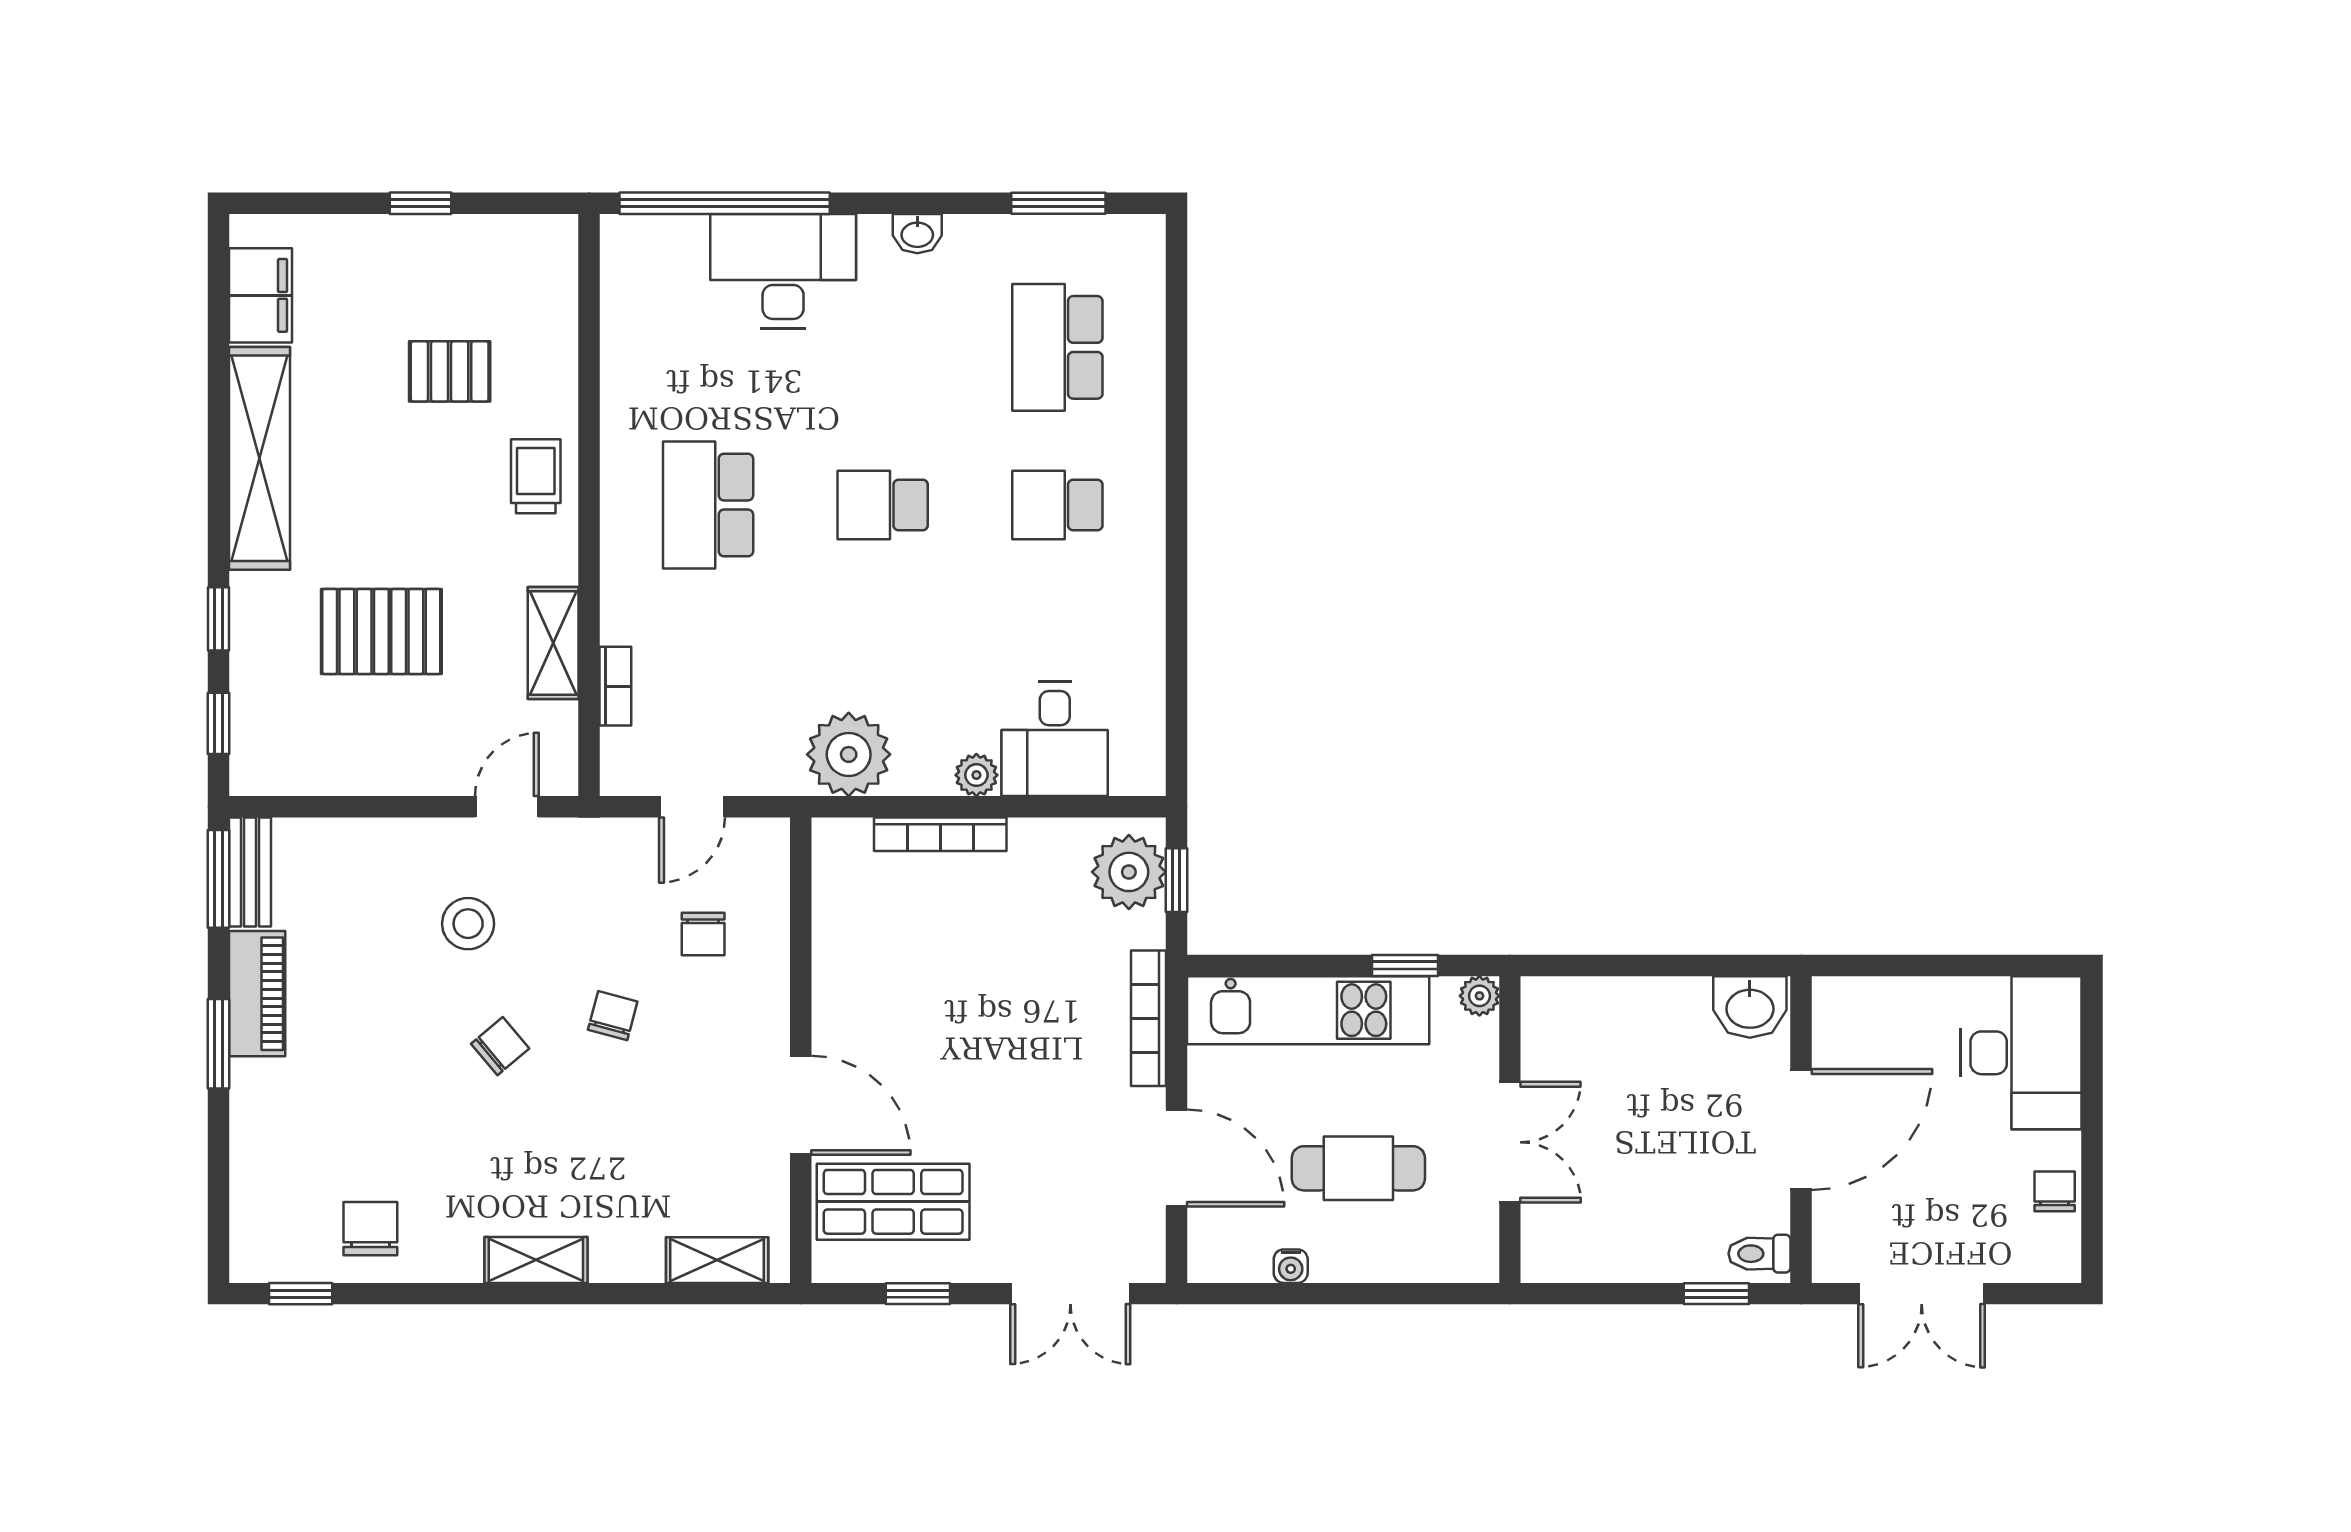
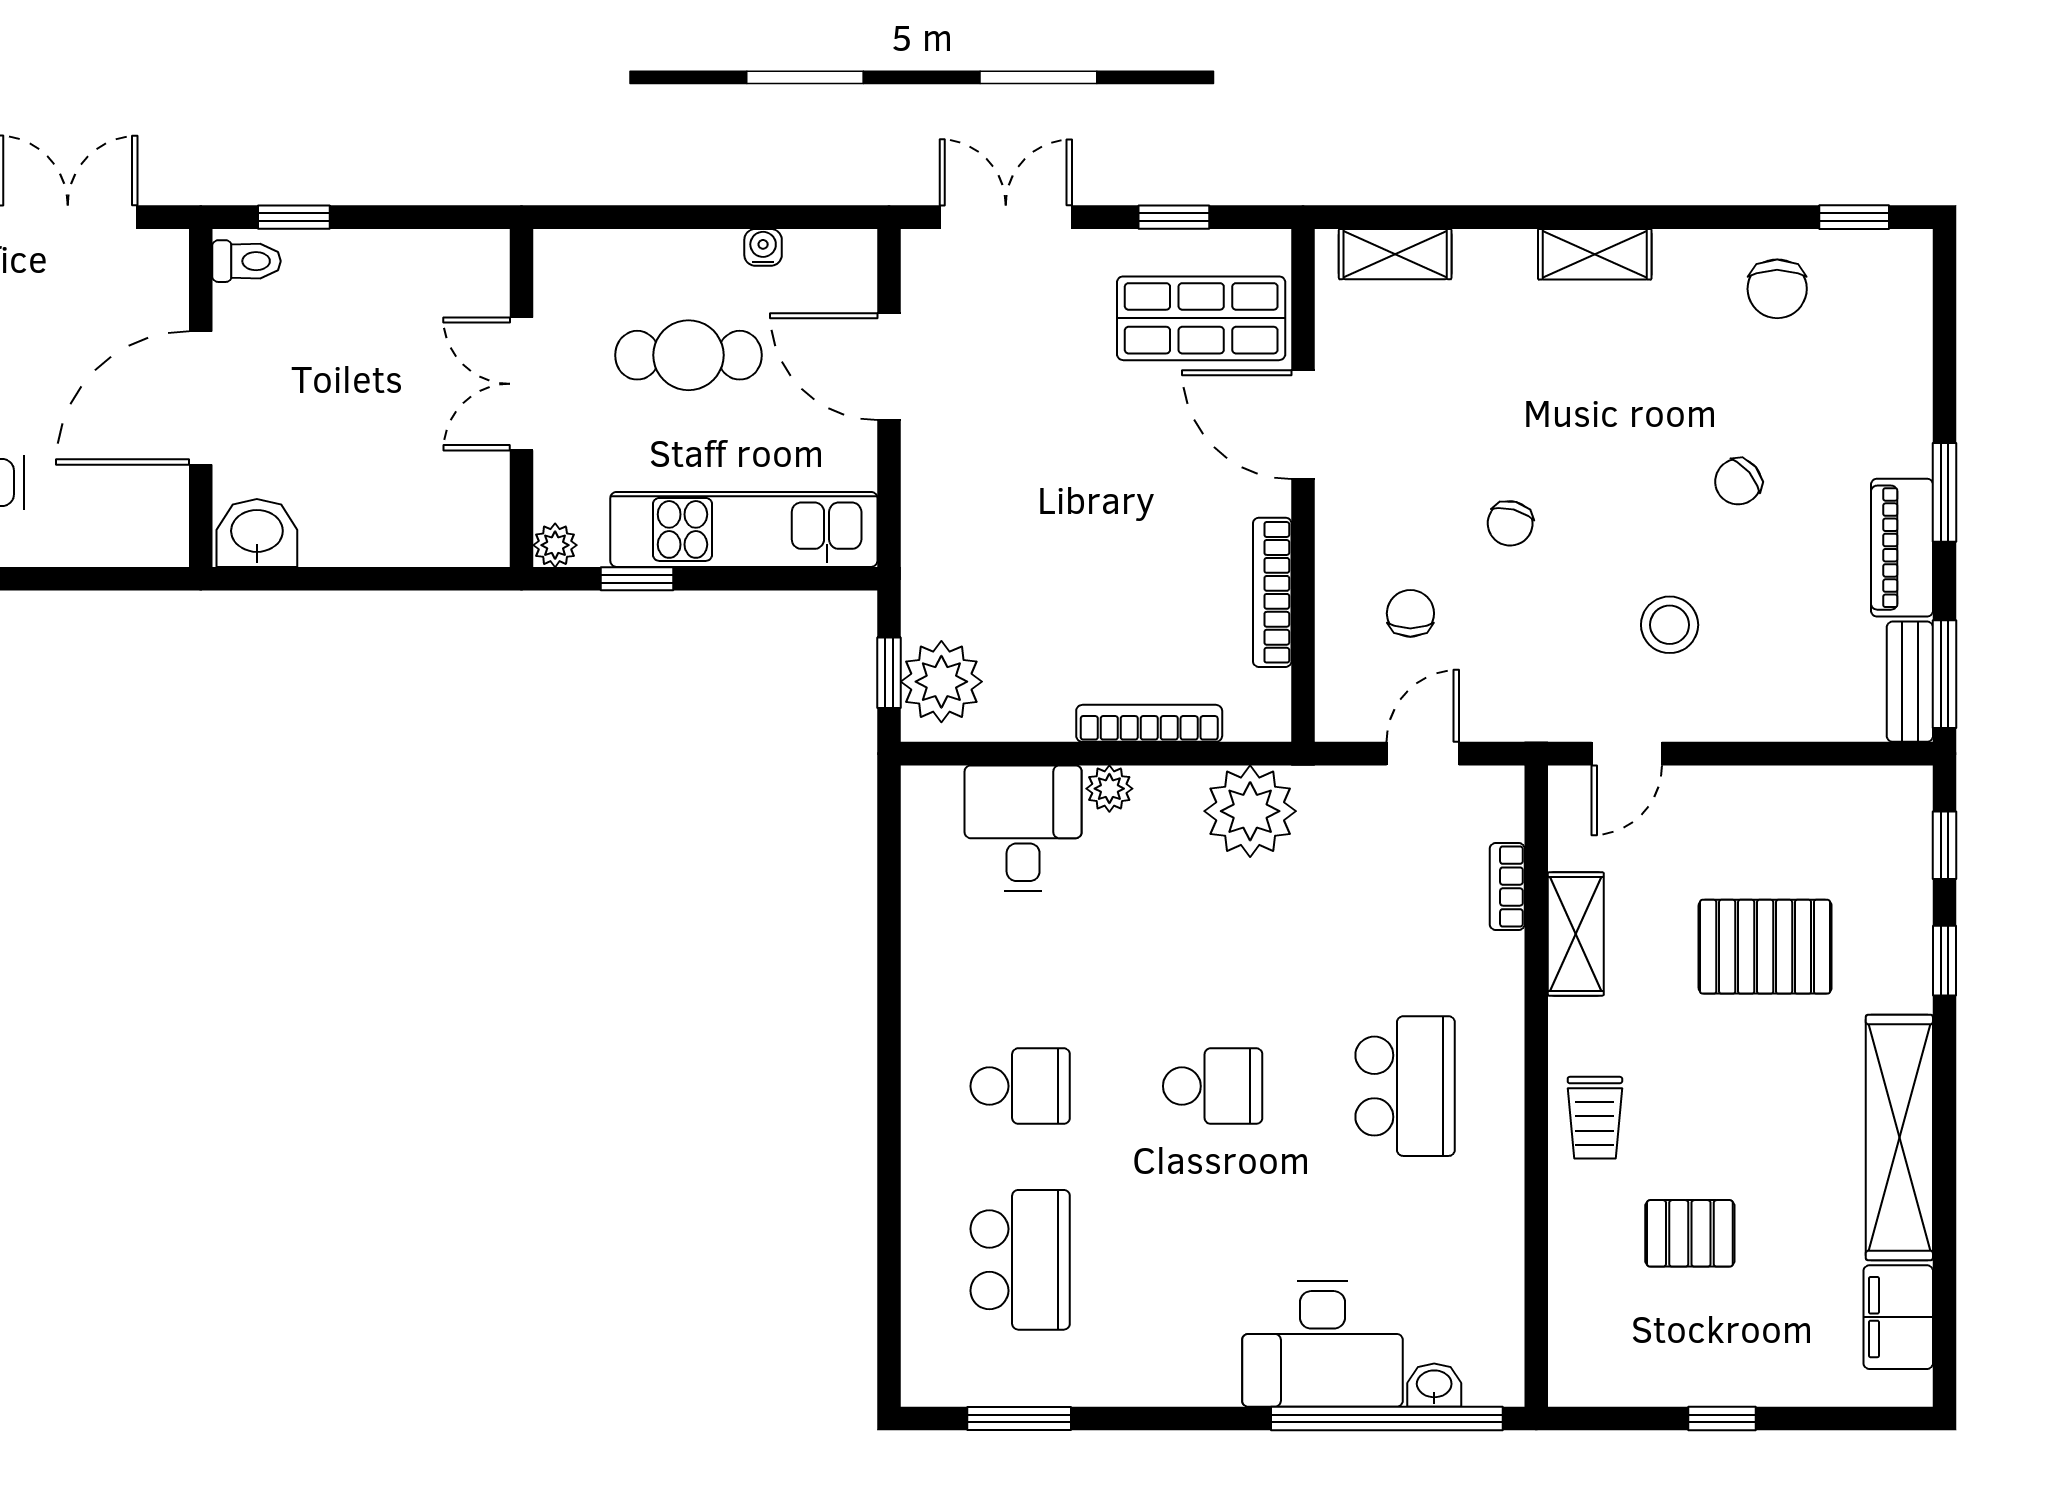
washbasin: (917, 234) -> (1434, 1385), moved
bookcase: (1148, 1018) -> (1272, 592), moved, turned 180
chair: (500, 1046) -> (1738, 482), moved

